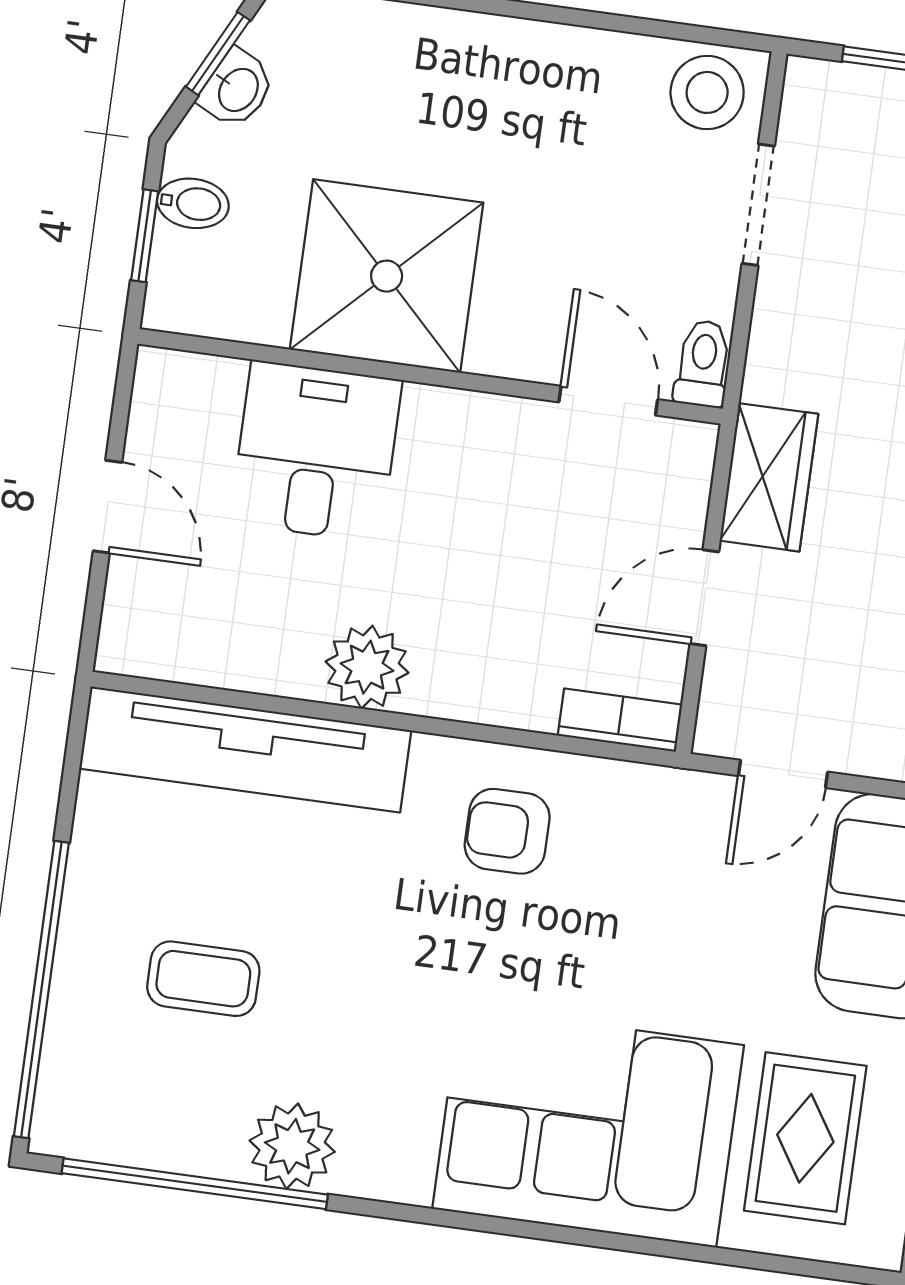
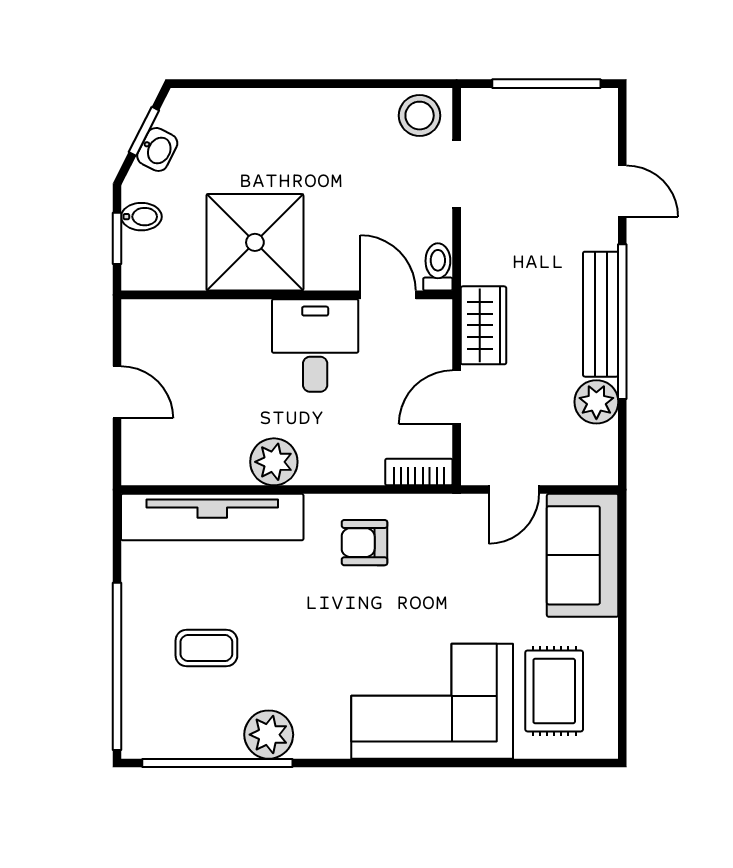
desk: (316, 451) -> (315, 345), moved

